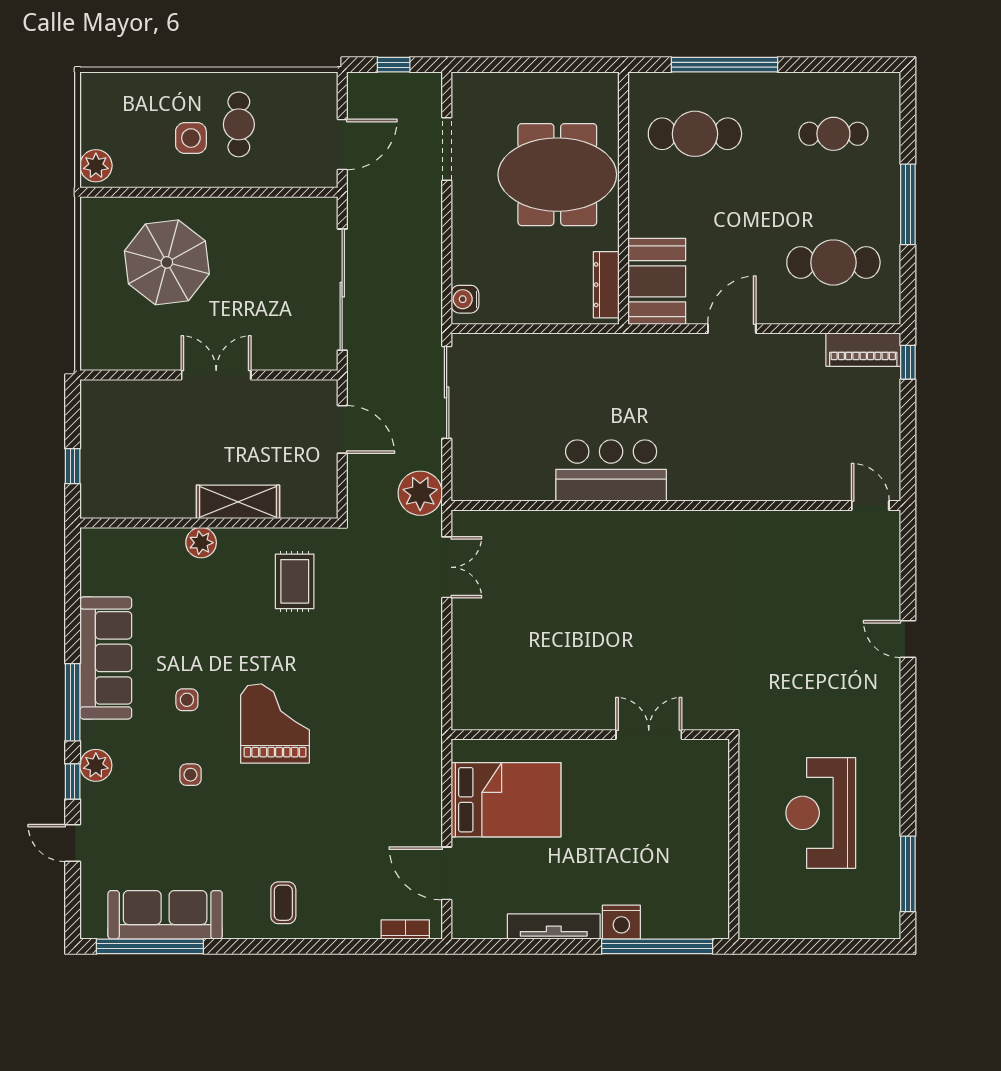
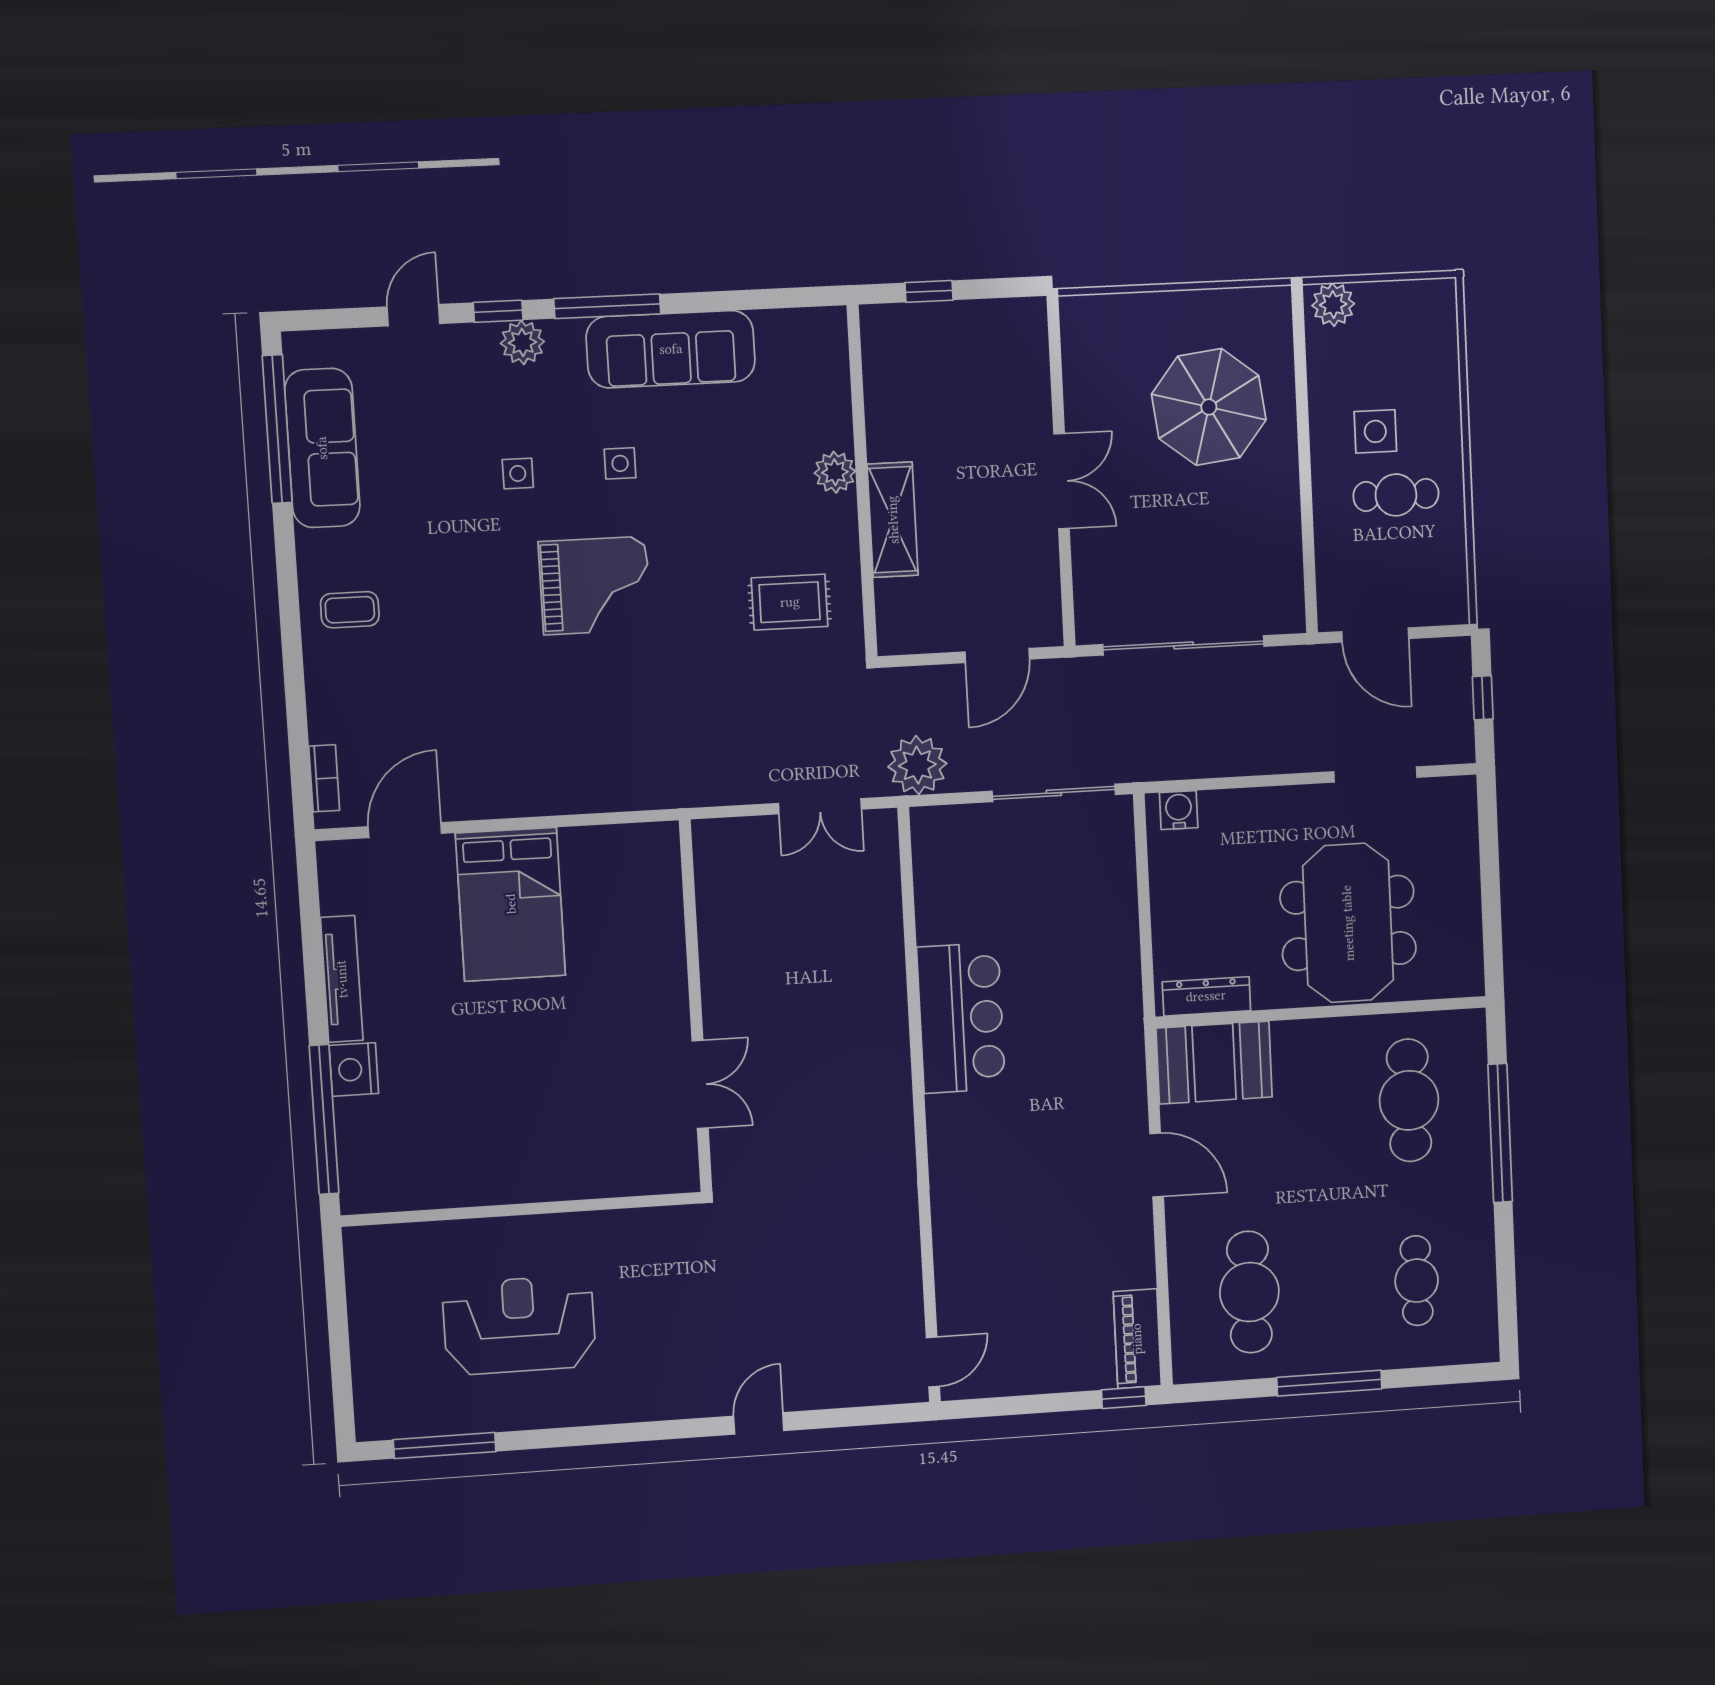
wall: (590, 735) -> (696, 1007), moved
double door: (649, 735) -> (700, 1084), moved

